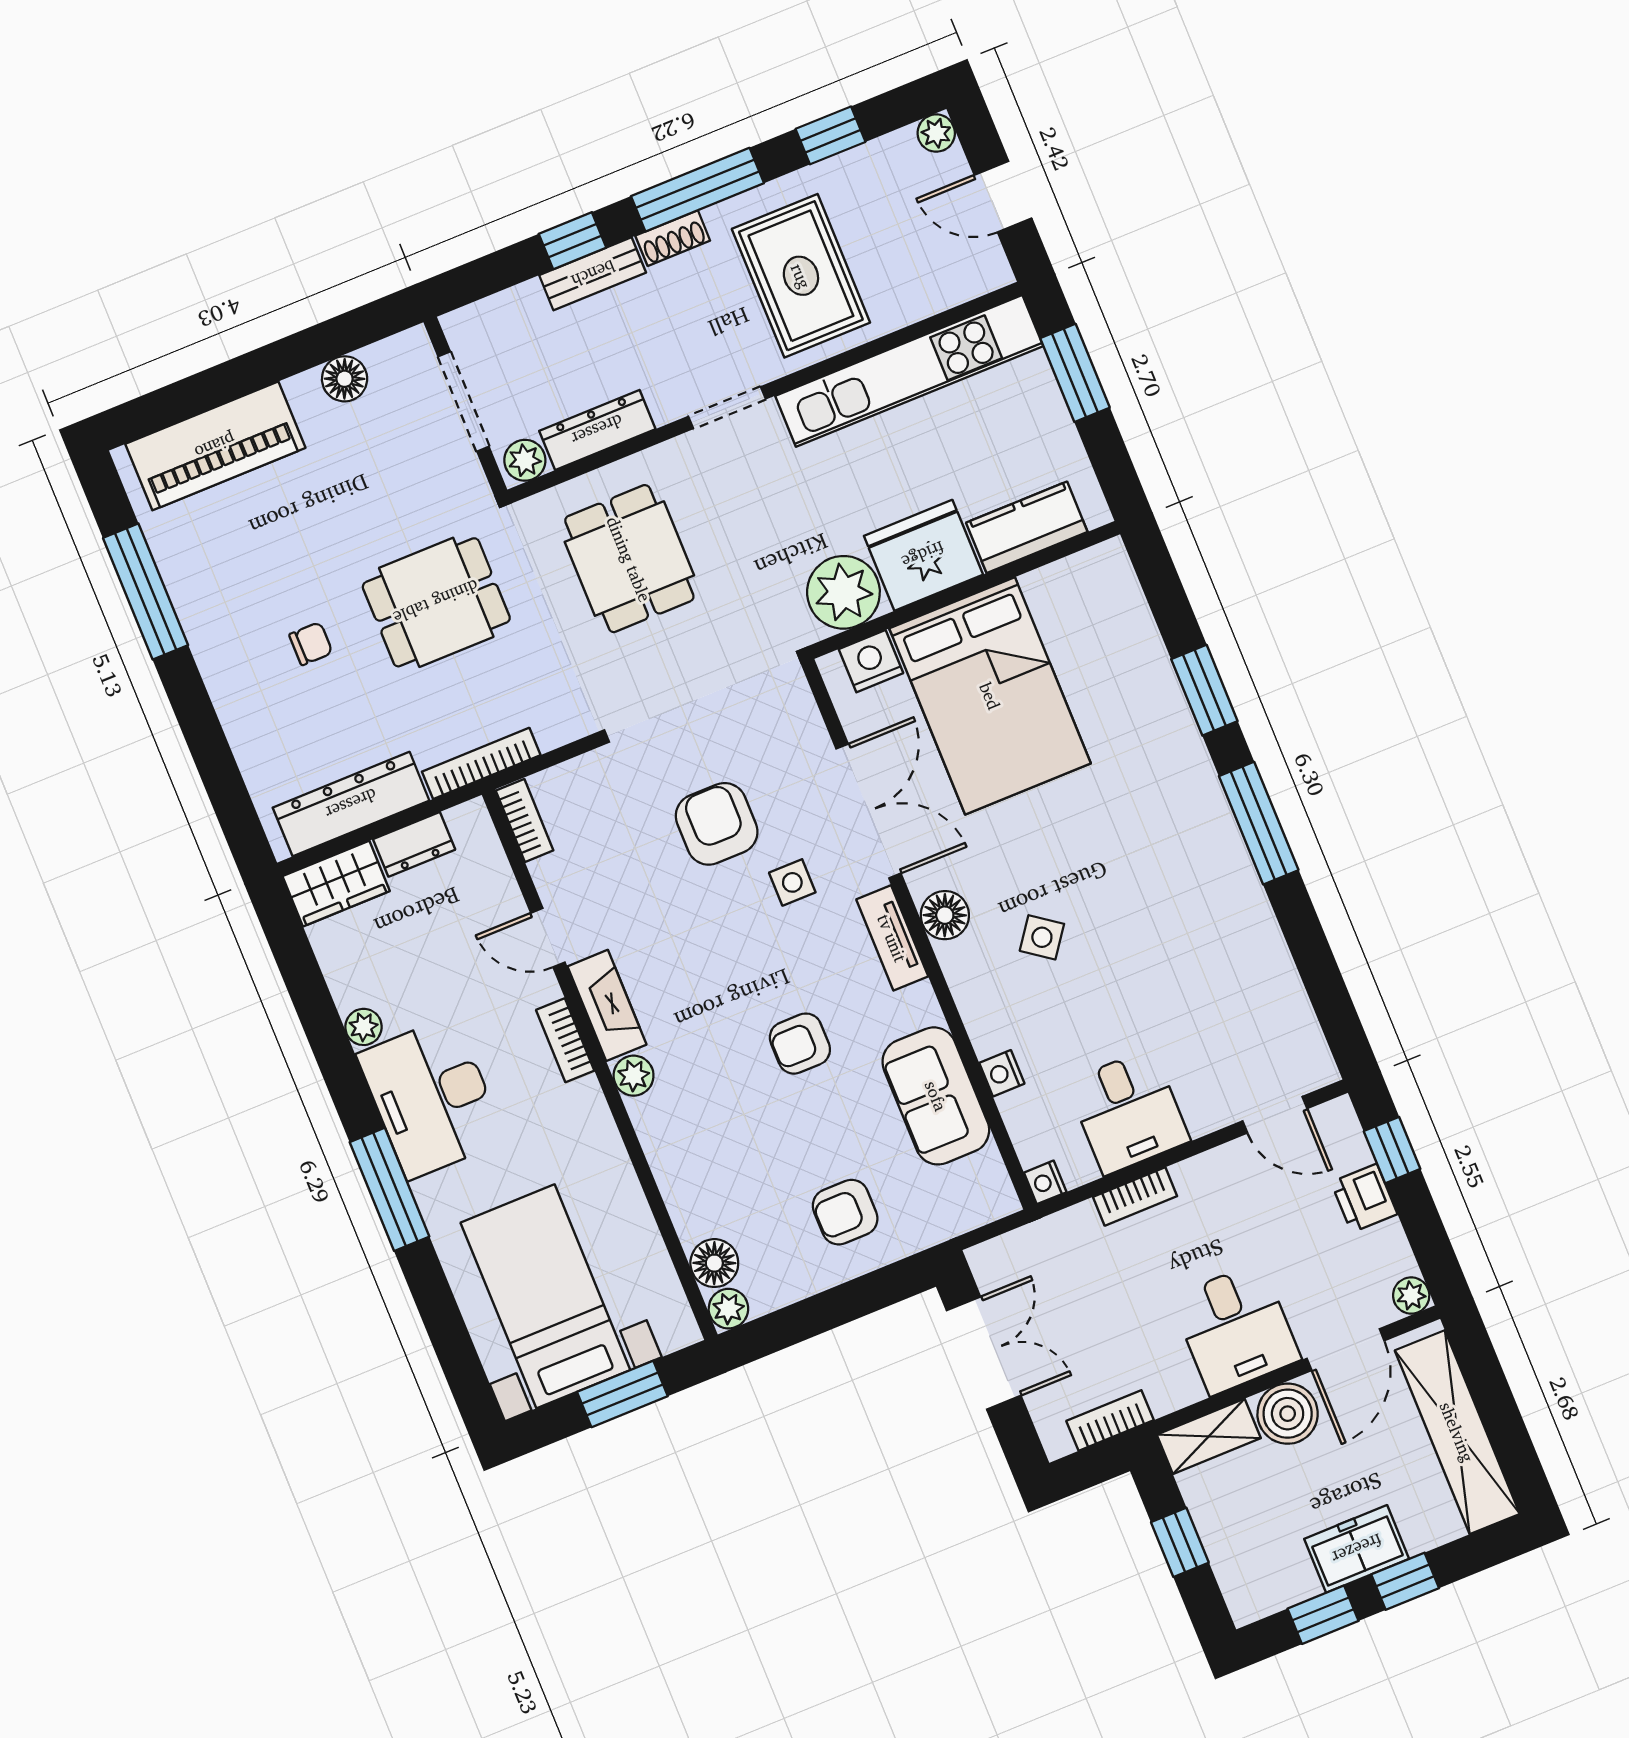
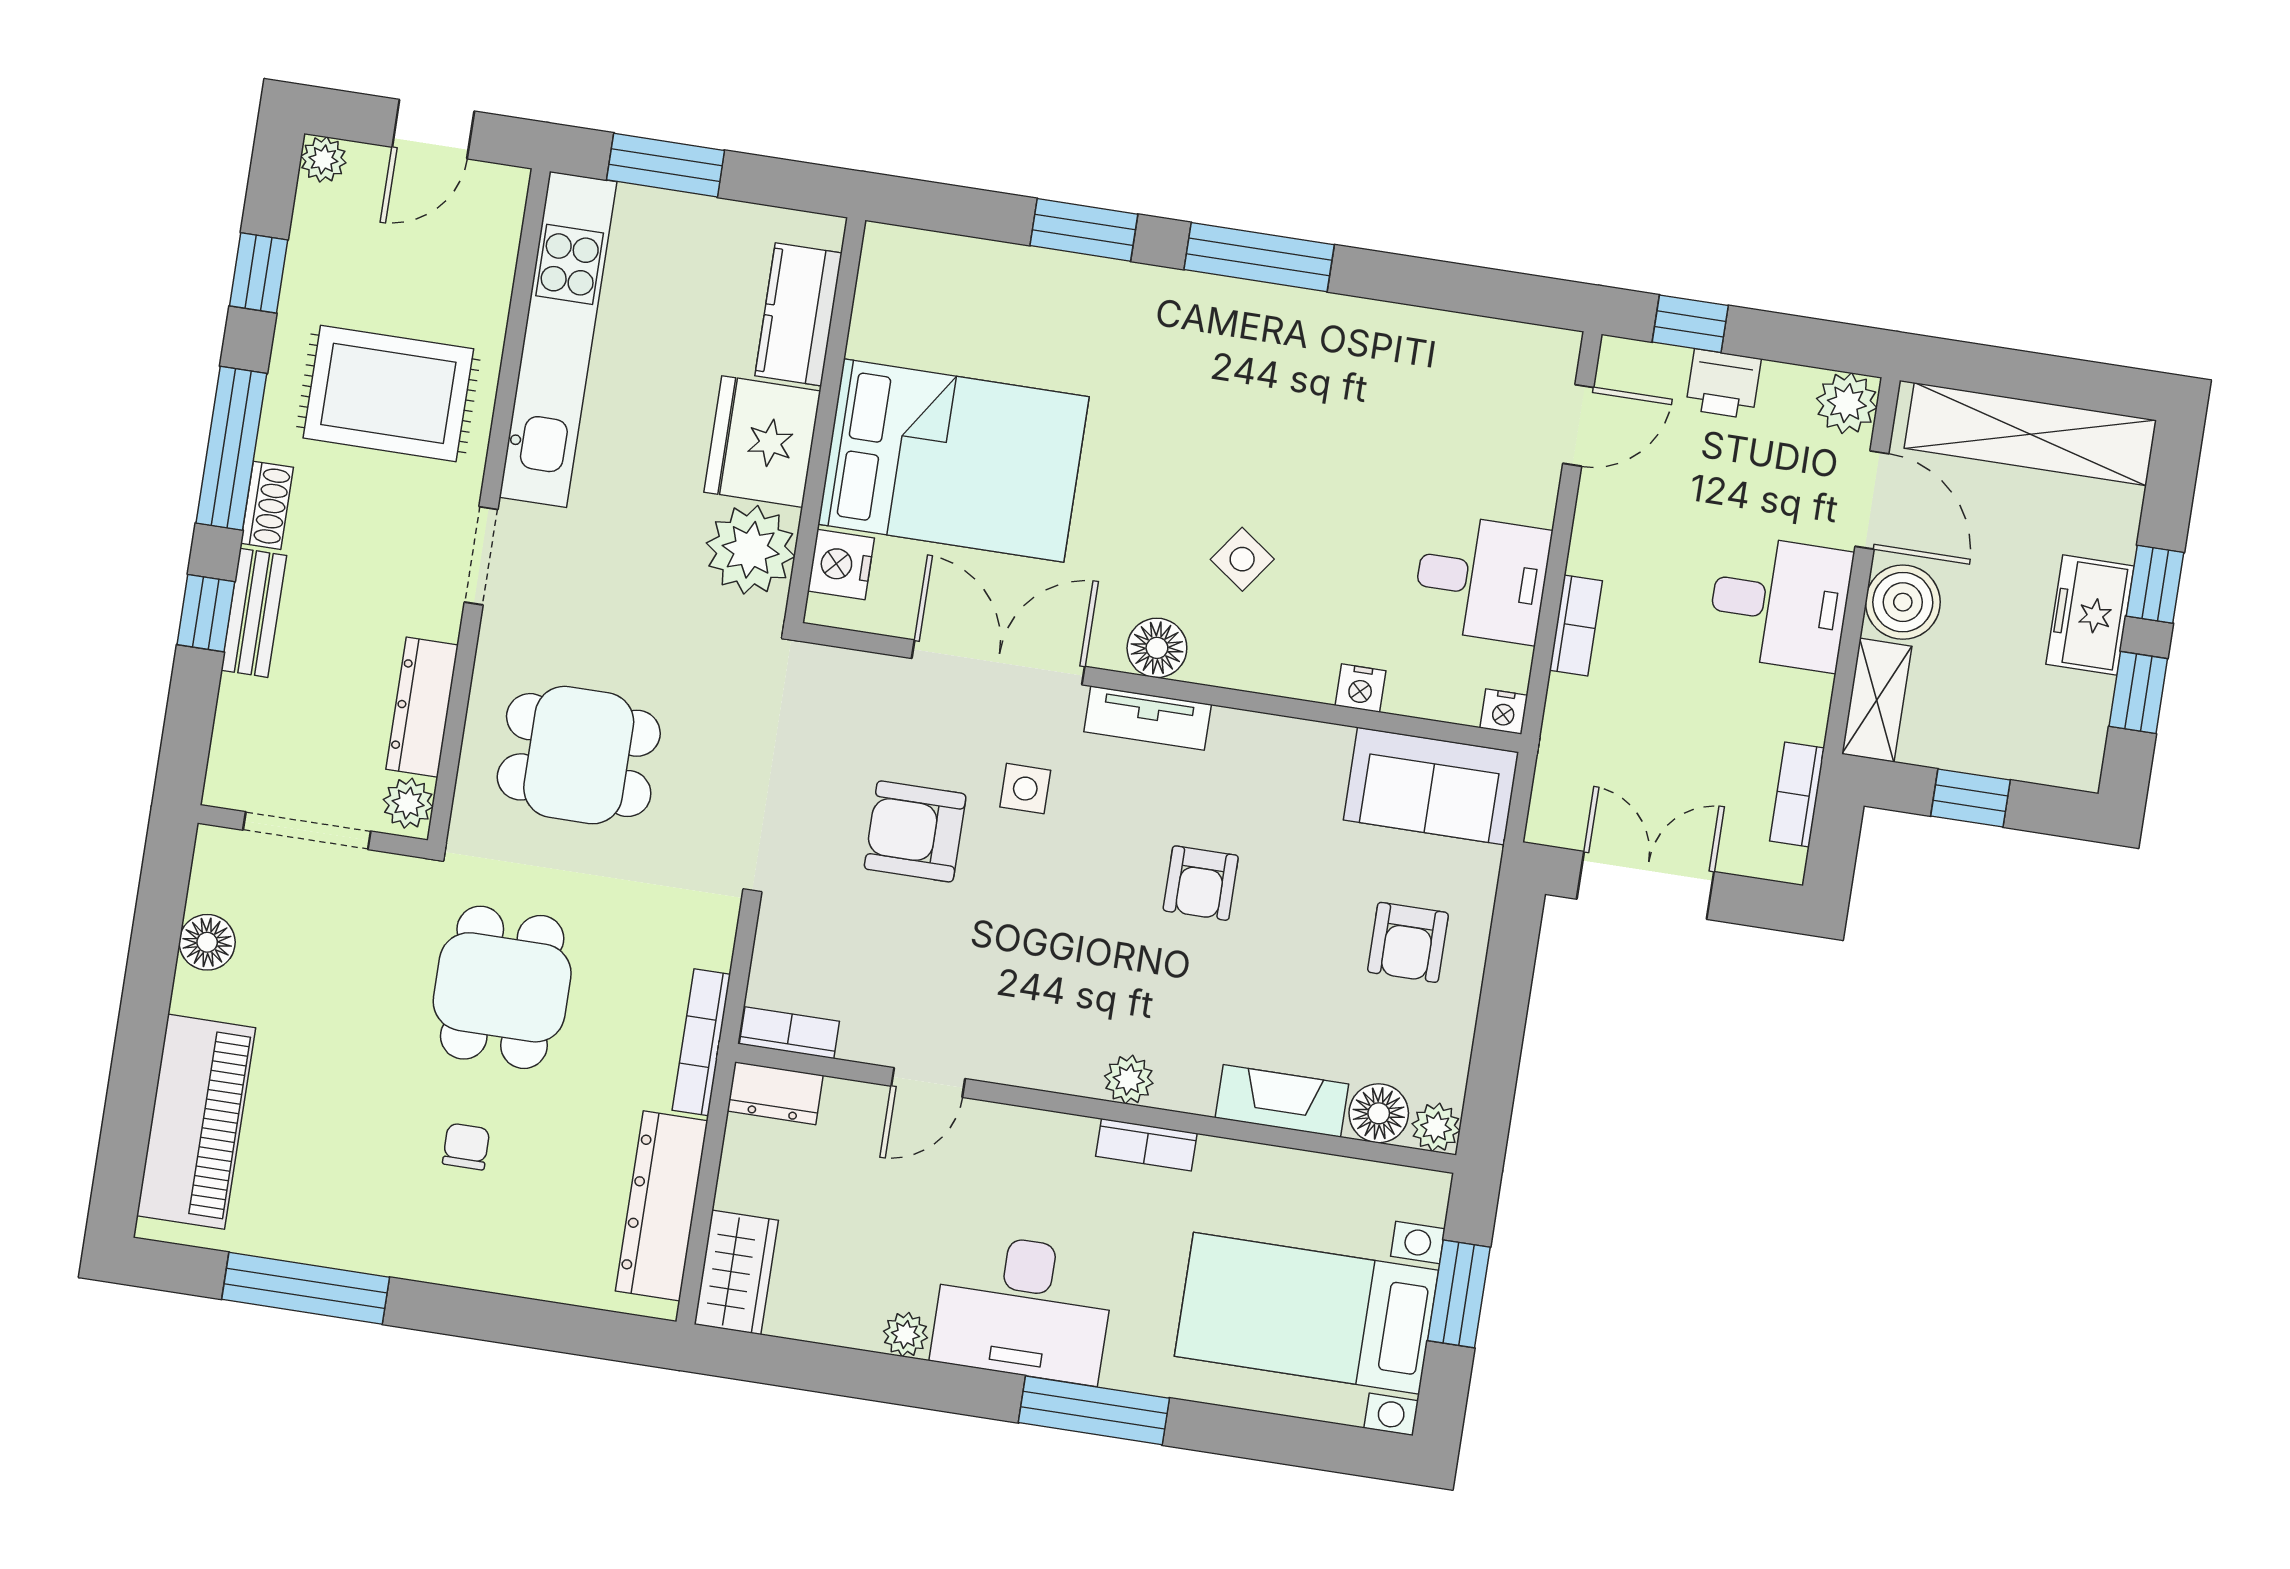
dresser: (414, 844) -> (775, 1093), moved, turned 90
fireplace: (607, 1005) -> (1282, 1101), moved
bookcase: (565, 1040) -> (1146, 1145), moved
sofa: (936, 1096) -> (1431, 786), moved
plant: (1411, 1296) -> (1847, 403), width x1.38, depth x1.38

